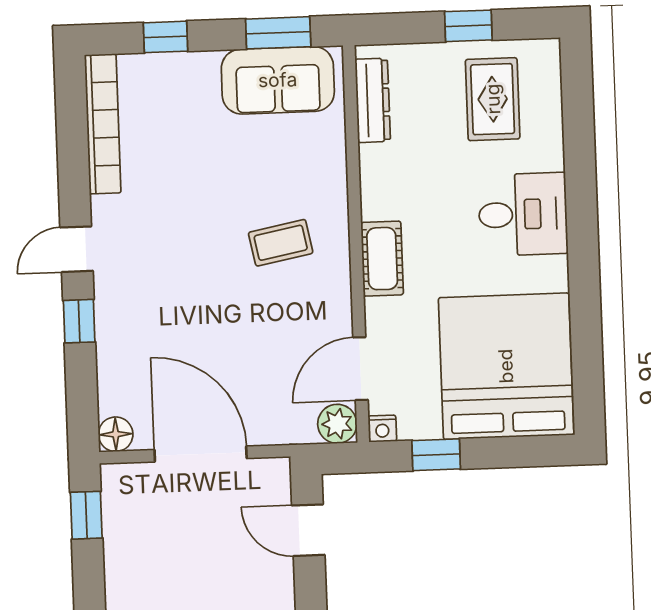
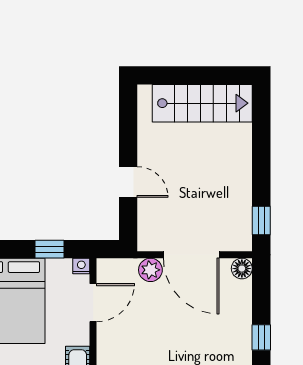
plant: (337, 424) -> (150, 270), moved
door: (308, 530) -> (128, 182), moved

